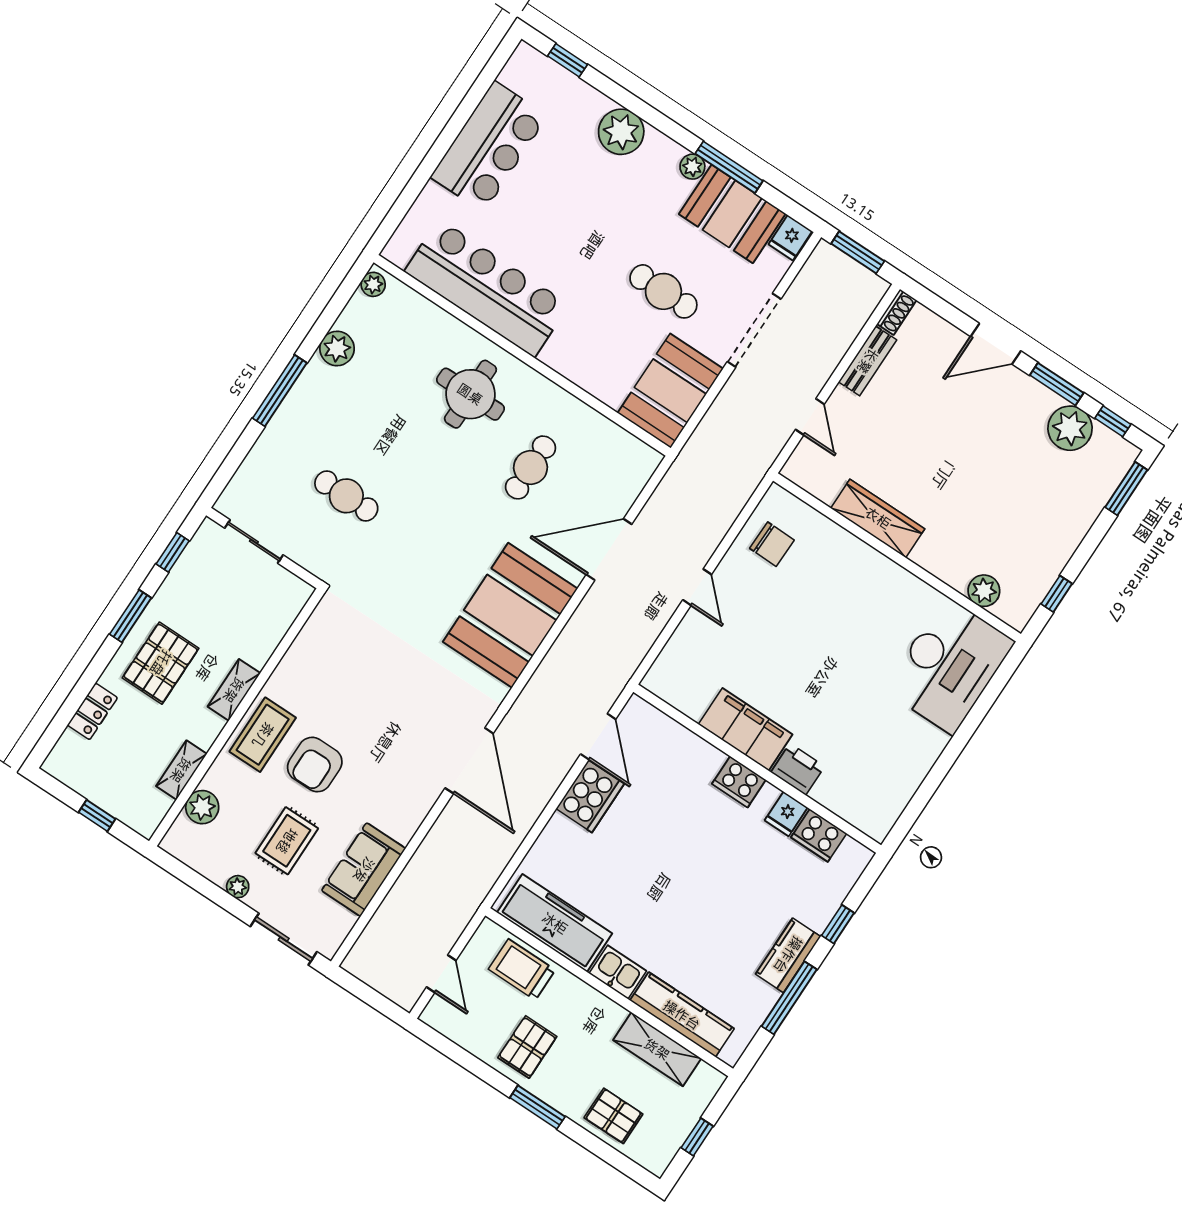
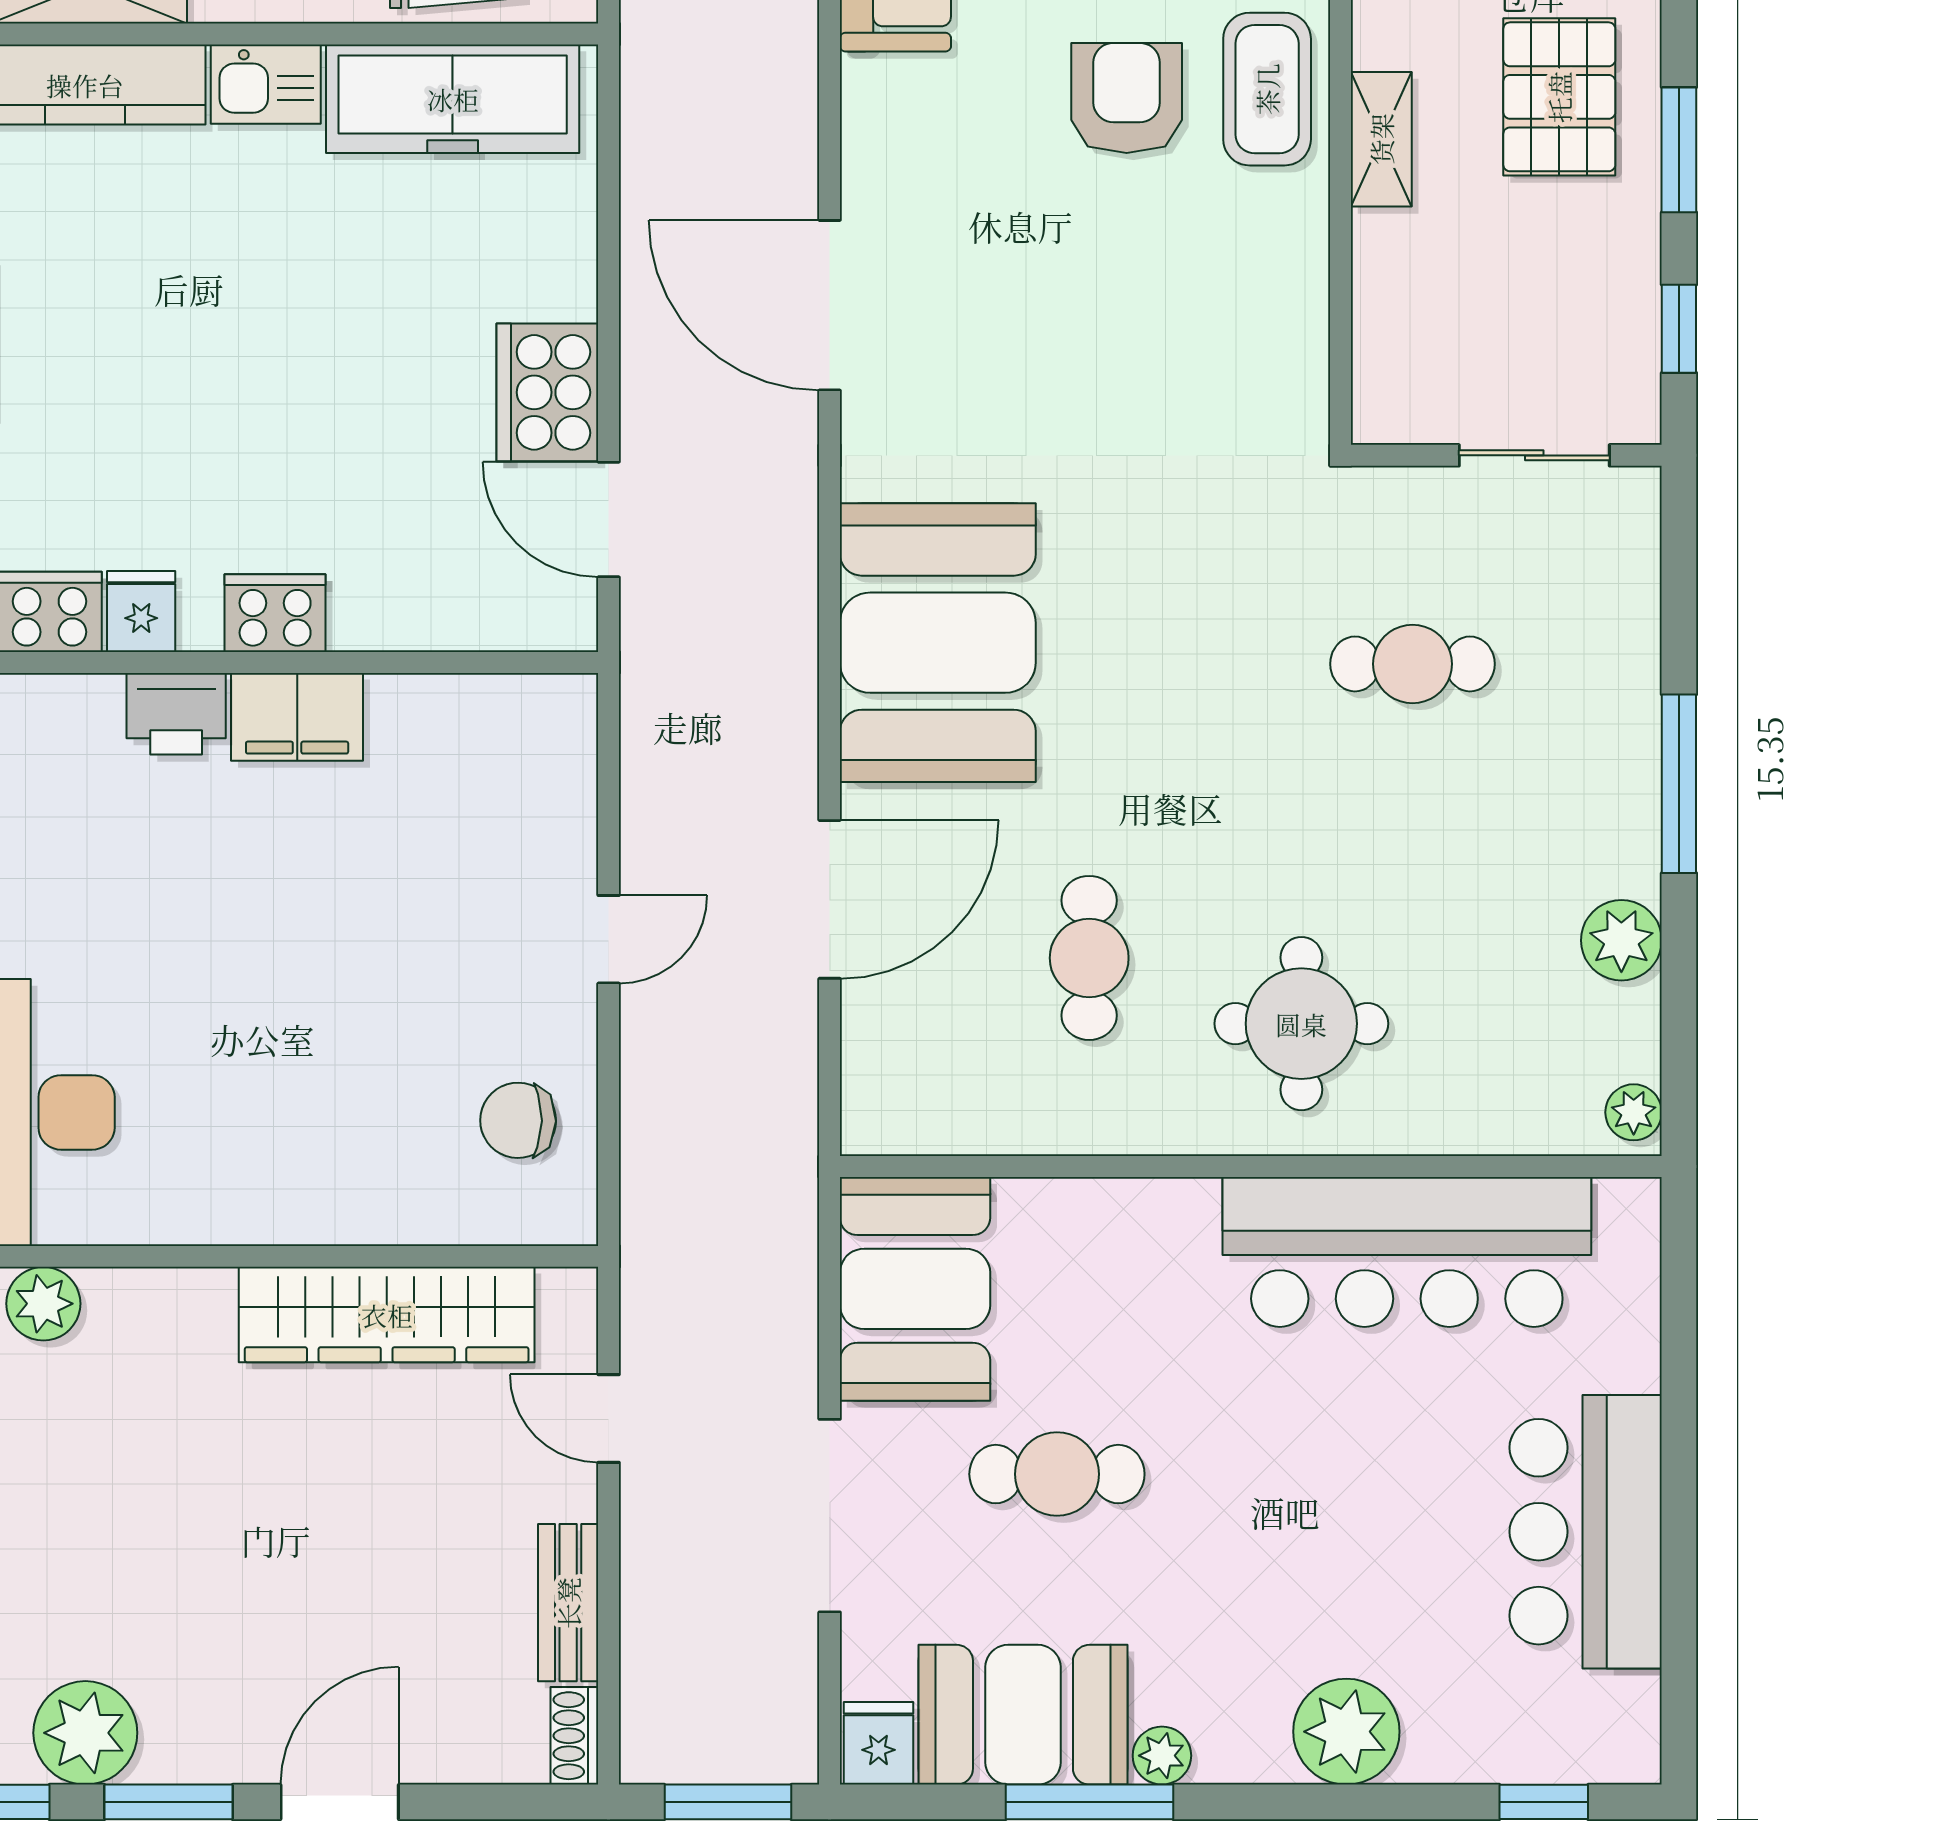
wardrobe: (878, 518) -> (387, 1315), width x1.40, depth x1.17
door: (697, 587) -> (609, 939), swing flipped
filing cabinet: (745, 729) -> (297, 717), width x0.67, depth x0.86

